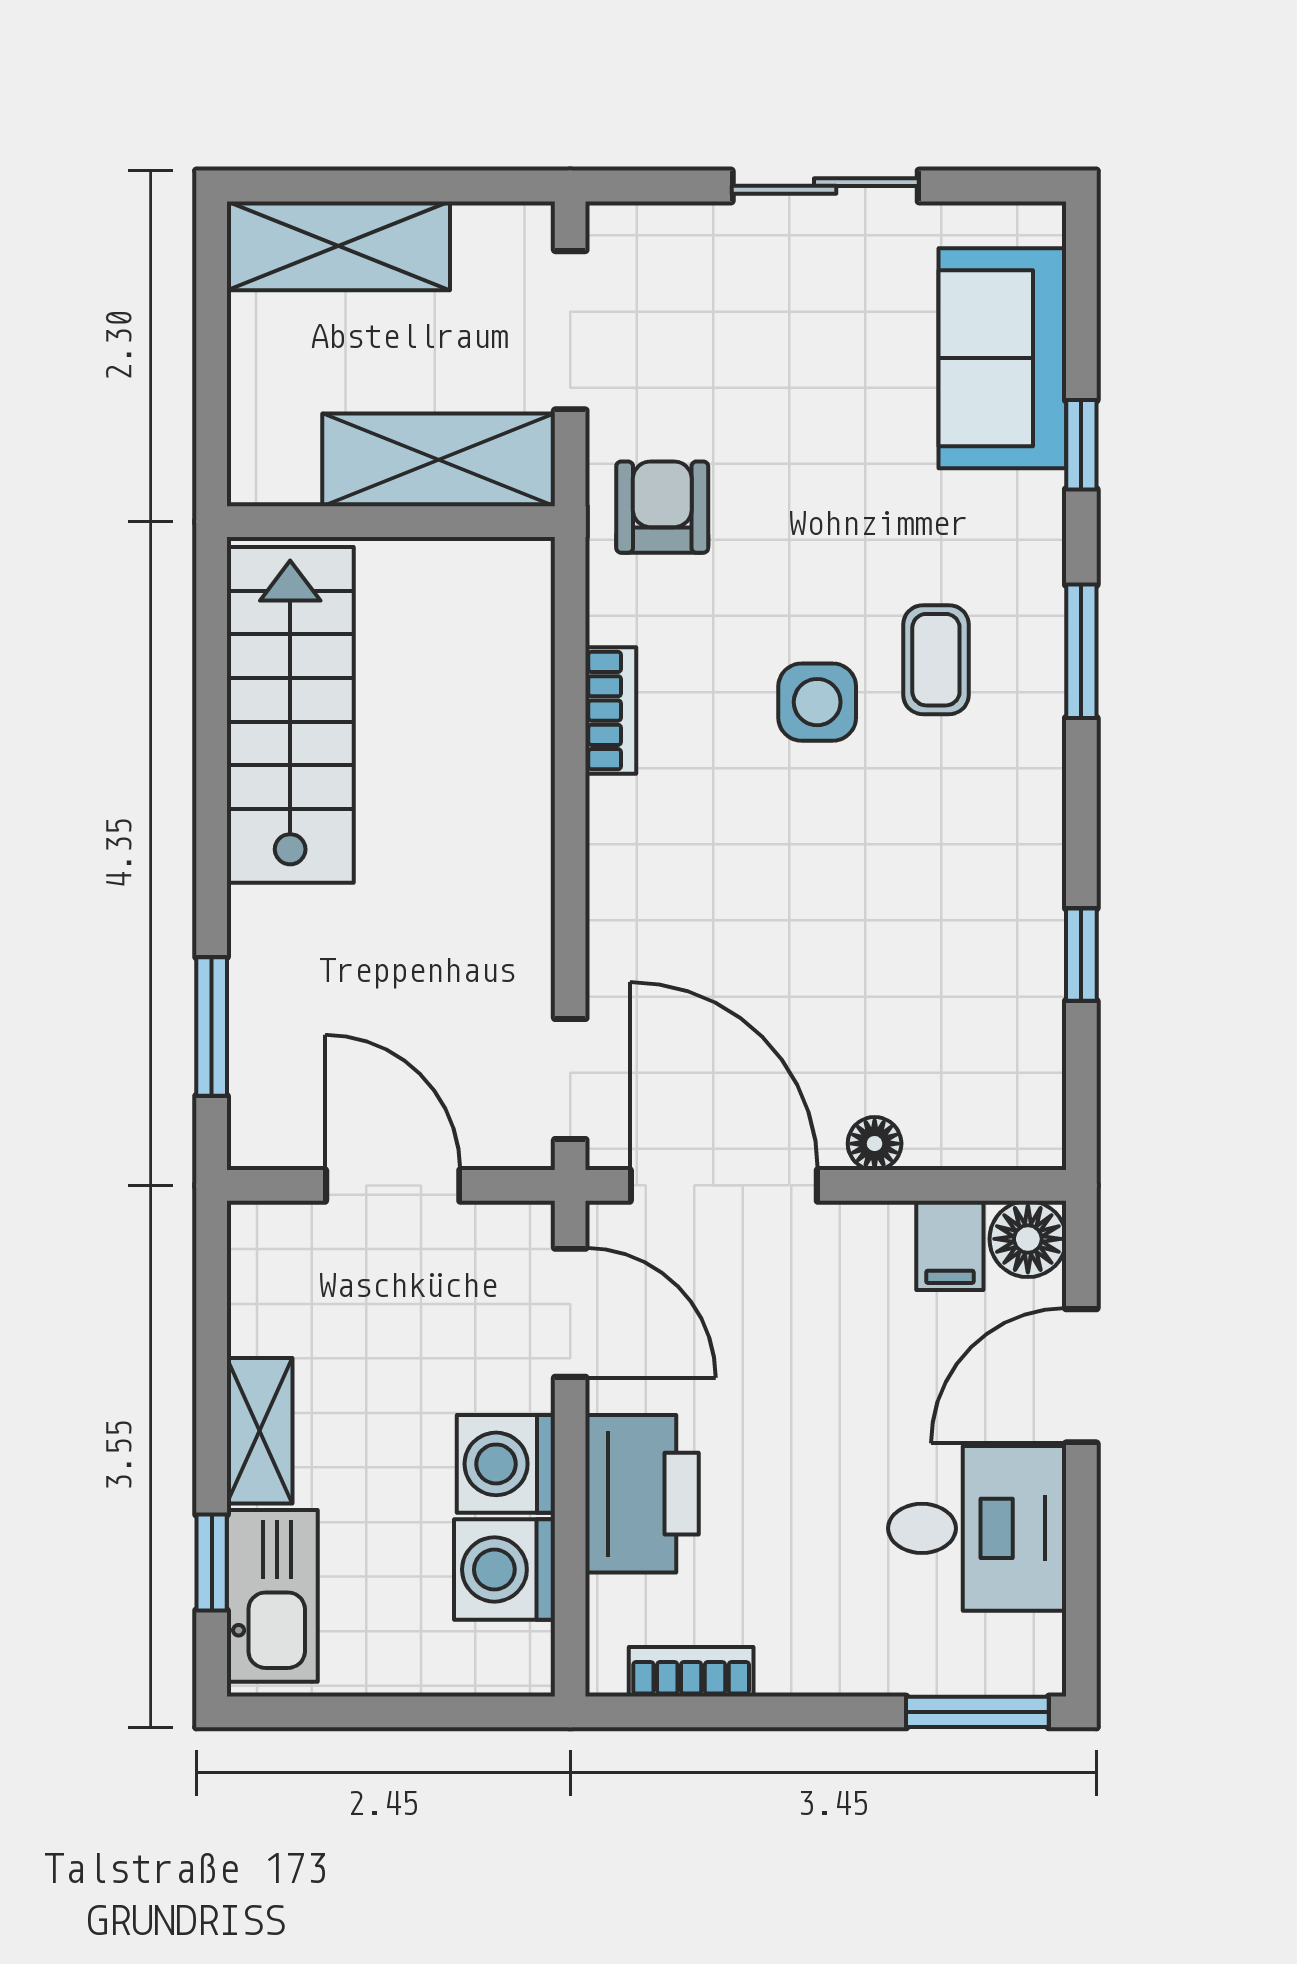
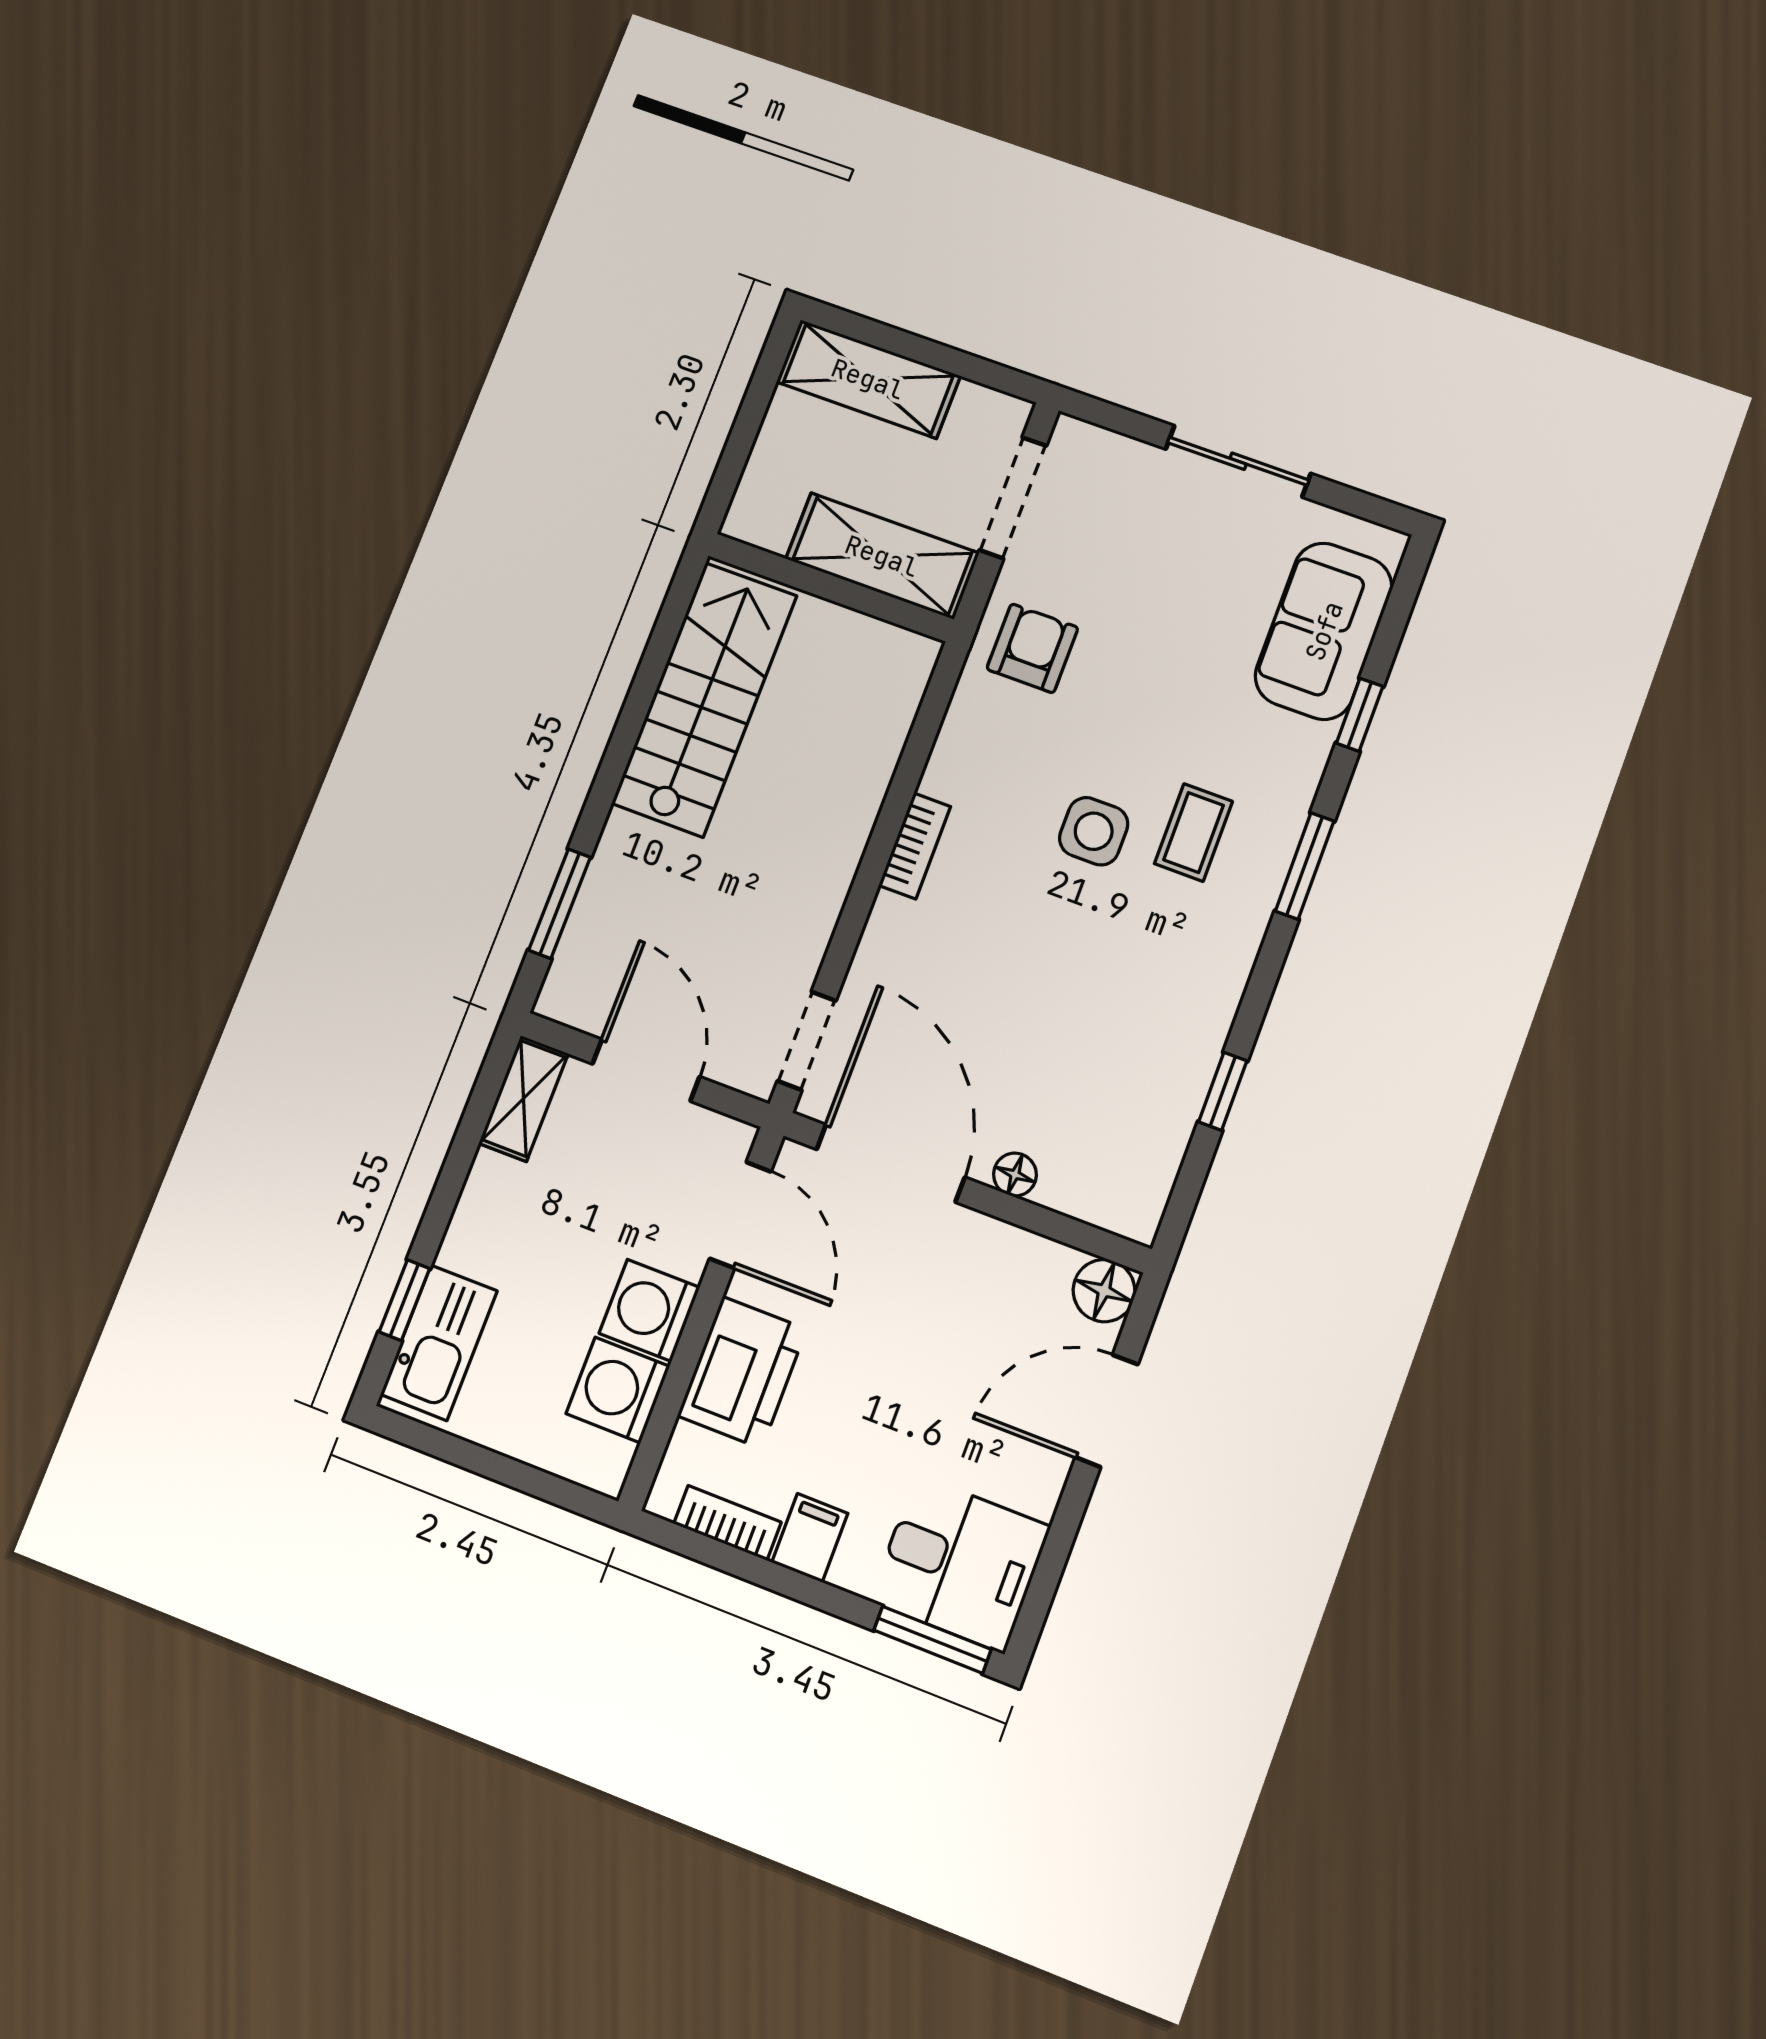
bookcase: (611, 711) -> (915, 846), moved
filing cabinet: (950, 1245) -> (810, 1538), moved, turned 180
shelving: (260, 1431) -> (524, 1098), moved
desk: (977, 1528) -> (960, 1564), moved

